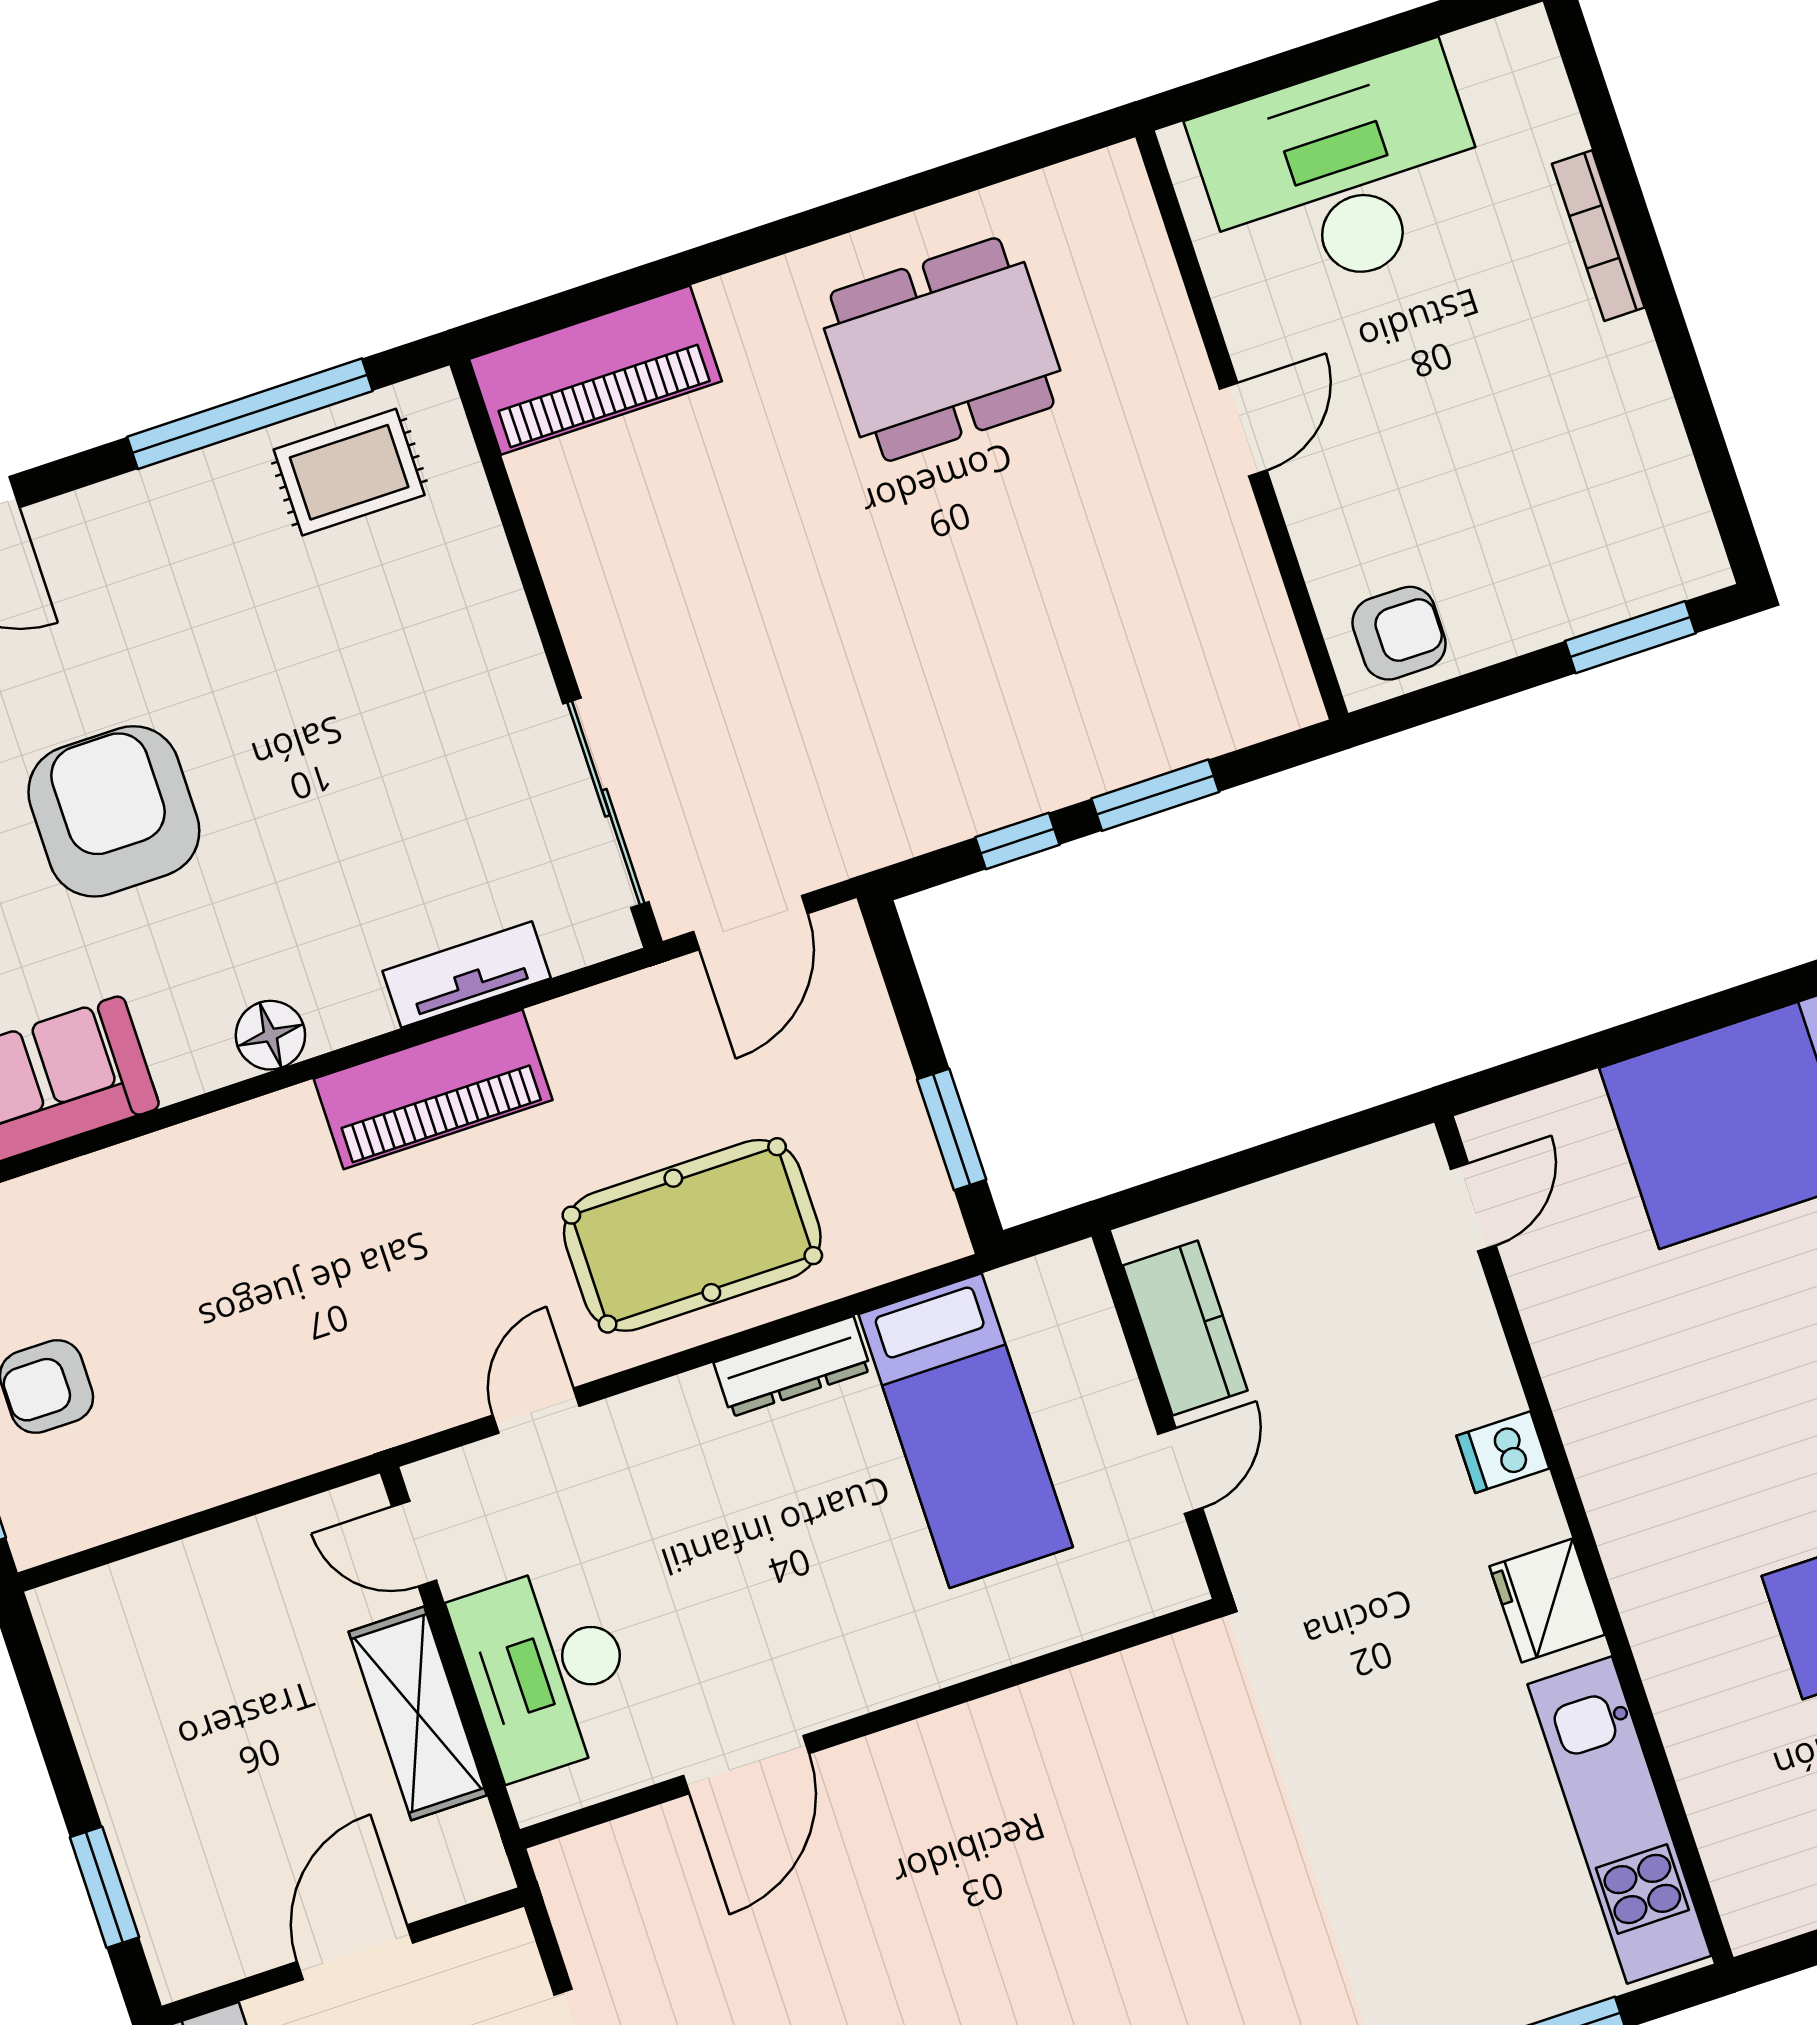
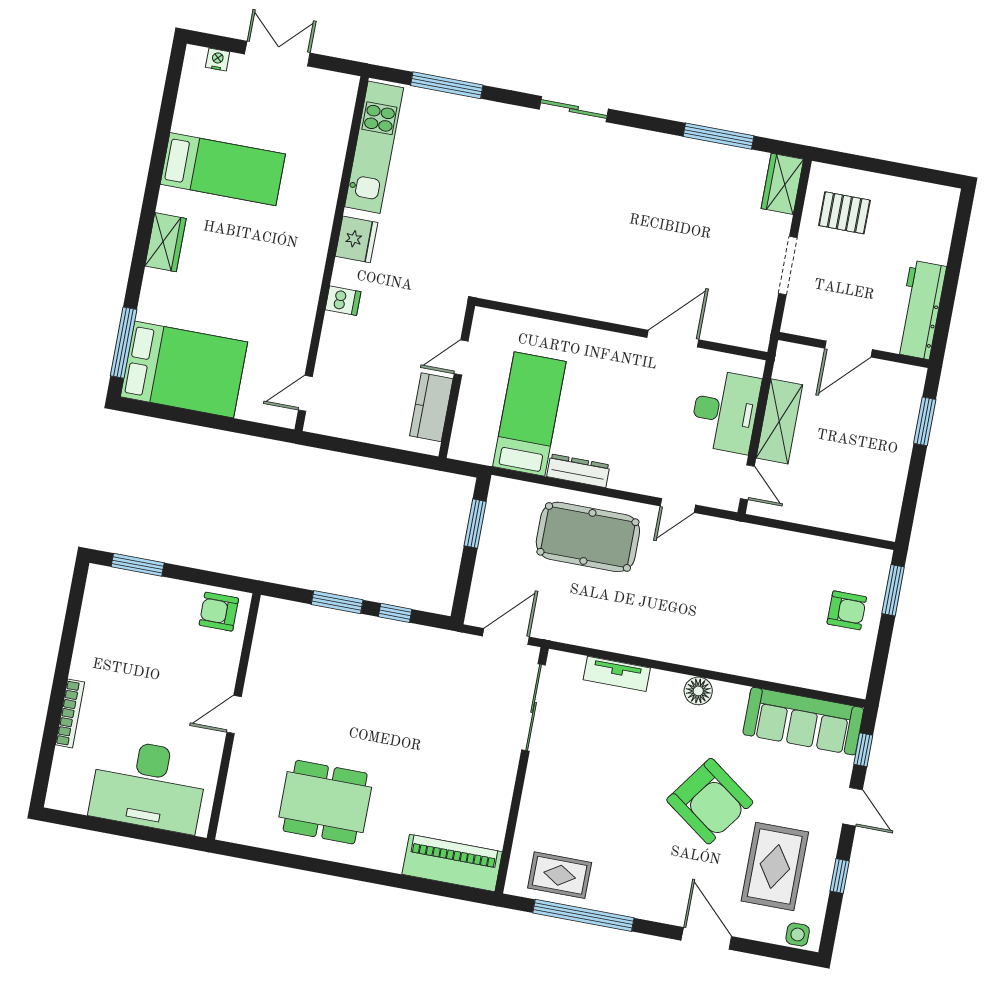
armchair: (114, 811) -> (710, 801), turned -54
piano: (433, 1089) -> (651, 640), removed

